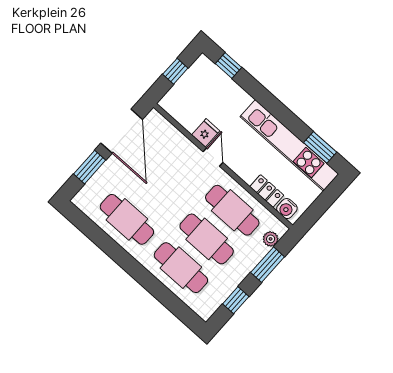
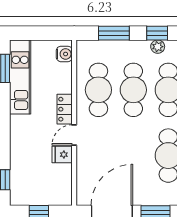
kitchen unit: (289, 145) -> (20, 77), width x0.73
locker: (267, 191) -> (65, 109), moved
plant: (271, 239) -> (158, 47), moved

